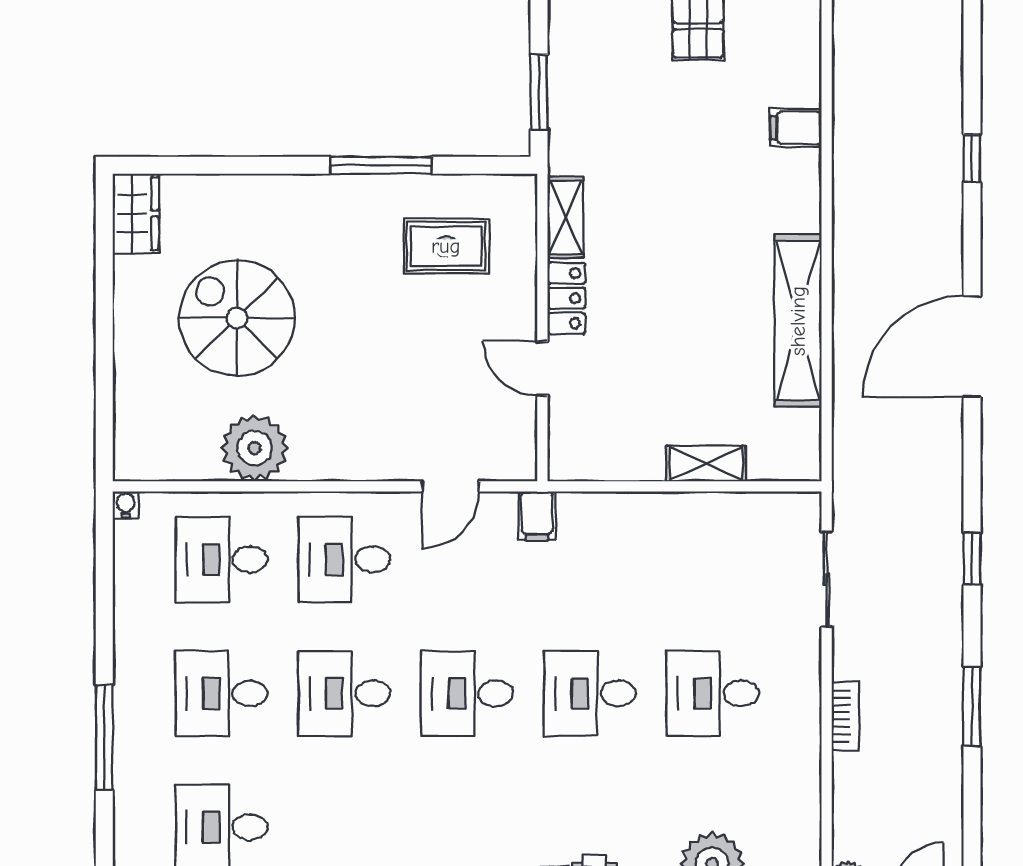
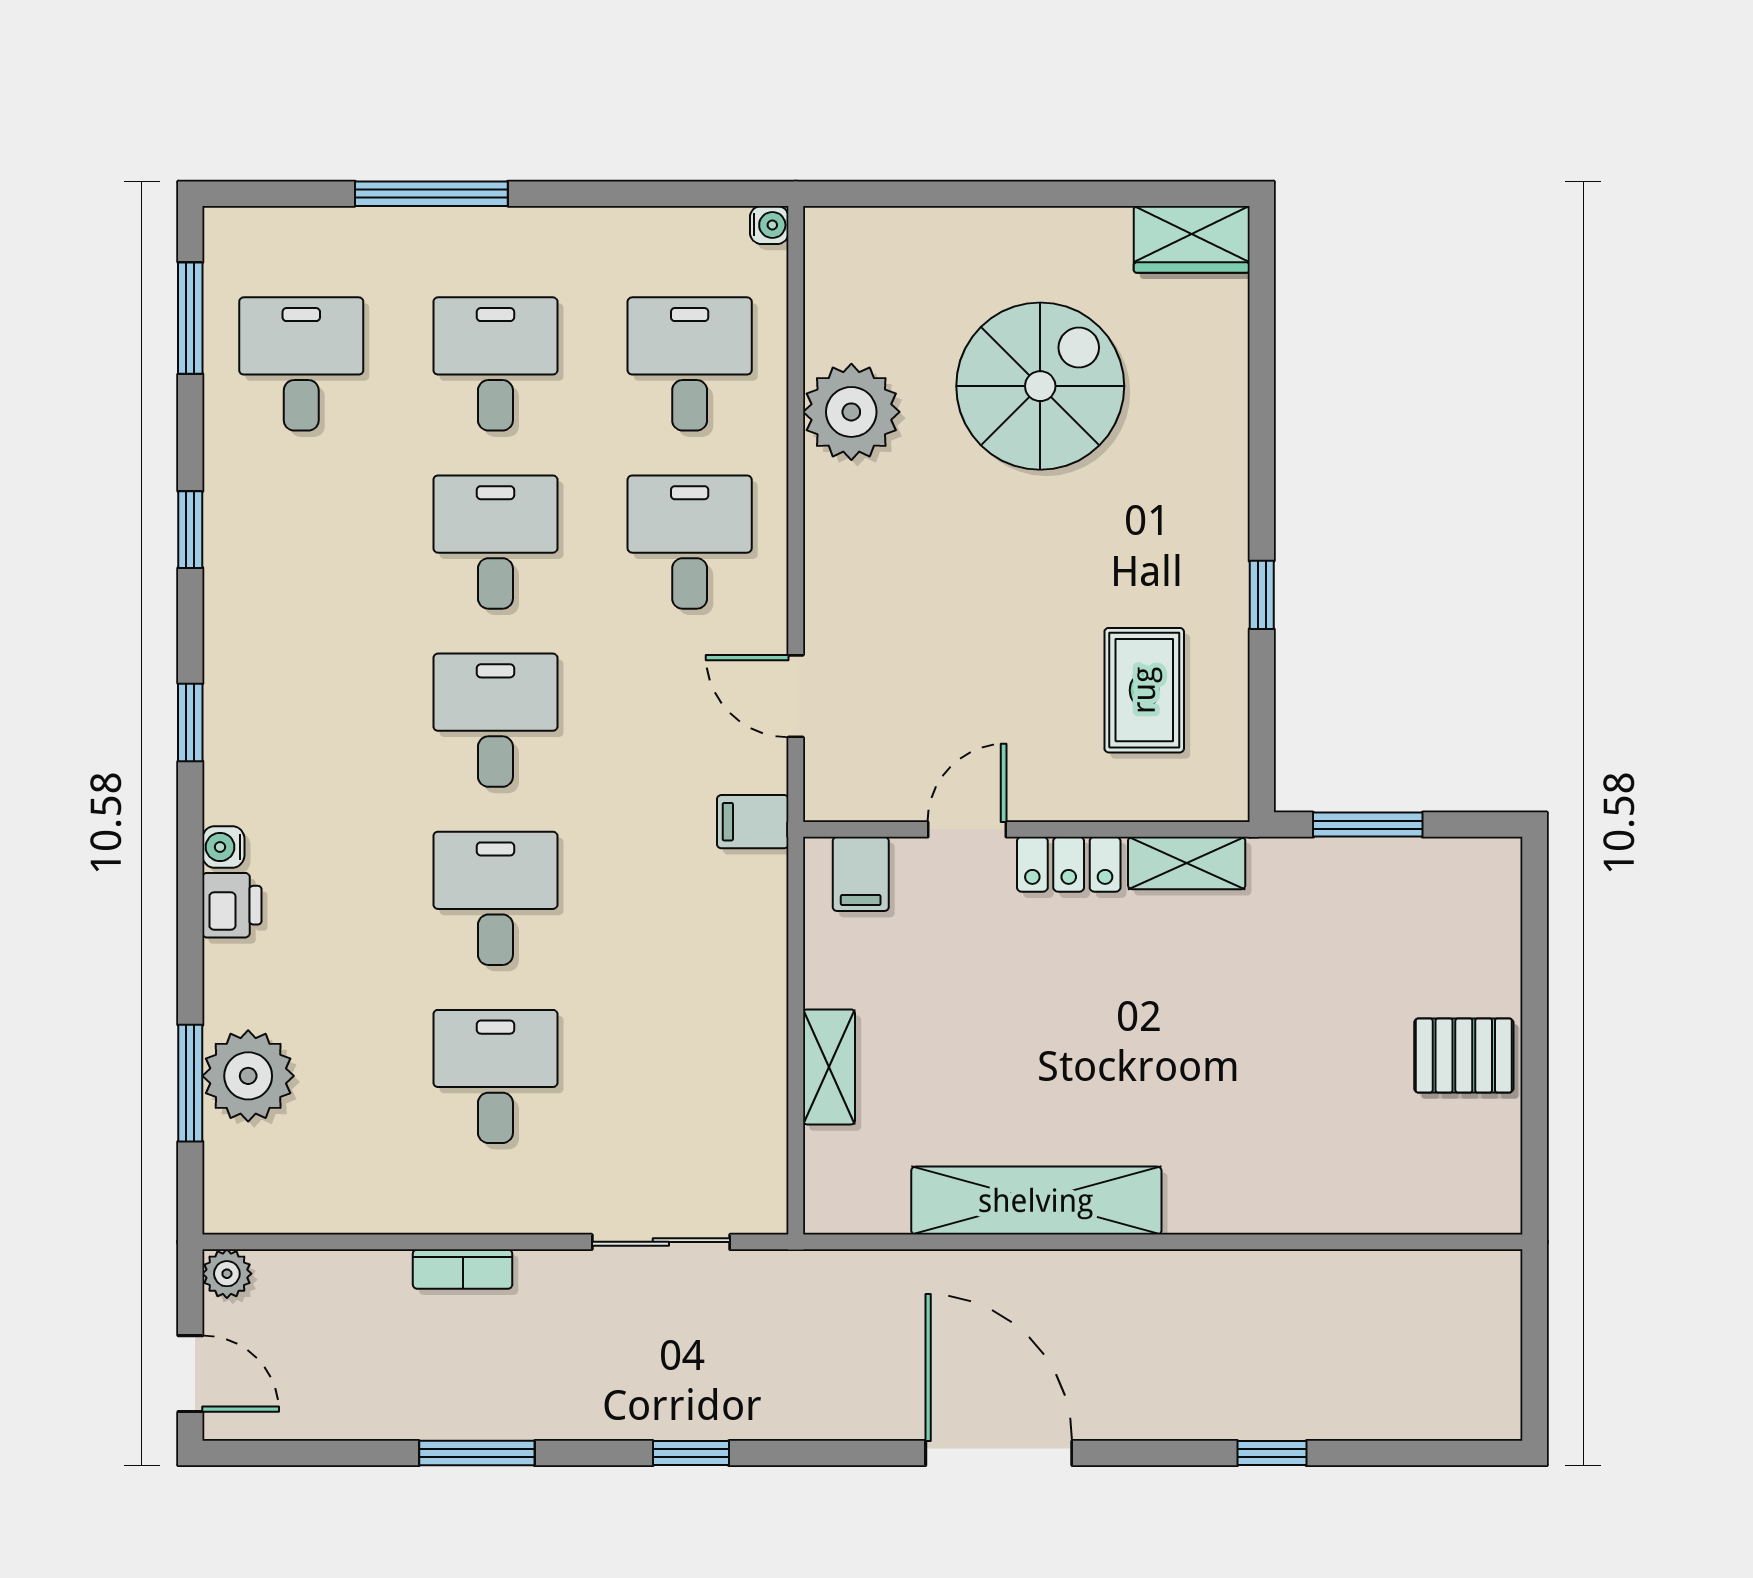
filing cabinet: (796, 128) -> (861, 874), moved, turned 180
window: (381, 165) -> (1262, 595), width x0.46

